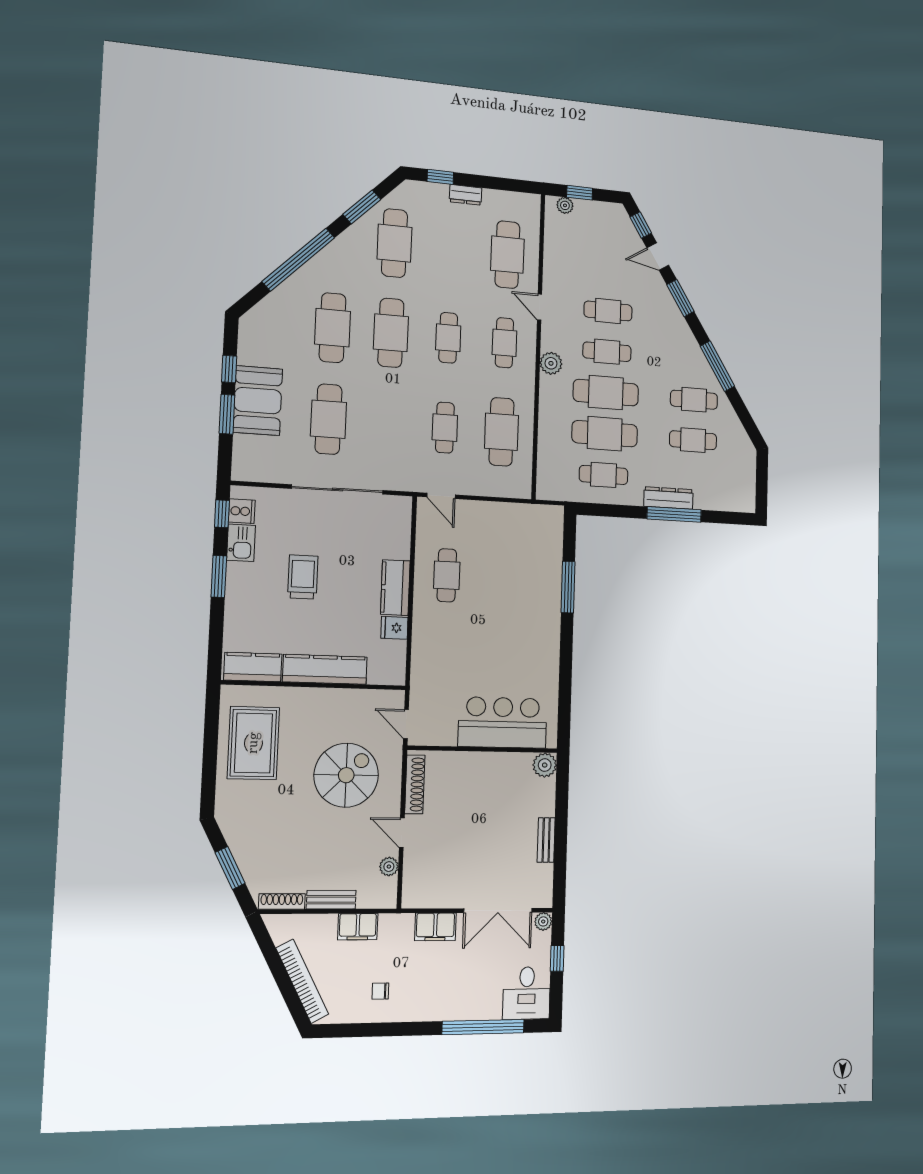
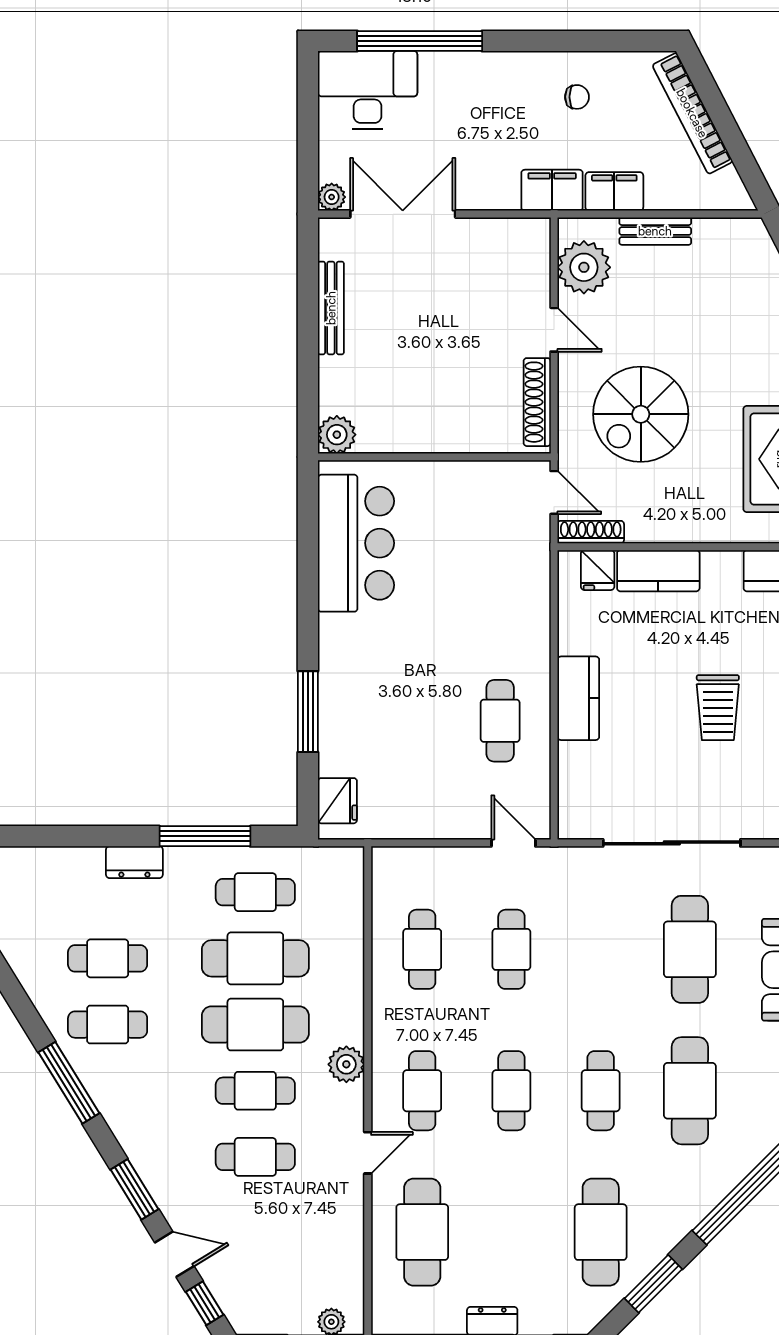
door: (539, 307) -> (368, 1153), hinge flipped
cafe table: (391, 333) -> (601, 1091), width x0.73, depth x0.74
cafe table: (501, 432) -> (422, 949), width x0.73, depth x0.74
dresser: (668, 498) -> (134, 862), width x0.70
window: (674, 514) -> (205, 836), moved
fridge: (551, 529) -> (337, 801), added
fridge: (394, 628) -> (598, 570), moved, turned 90
kitchen counter: (325, 669) -> (658, 571), width x0.67
bar counter: (503, 723) -> (356, 543), moved, turned -90
bench: (546, 840) -> (331, 308), width x1.36
plant: (389, 867) -> (584, 267), width x1.87, depth x1.87
shoe rack: (282, 902) -> (591, 532), moved, turned 180
filing cabinet: (435, 927) -> (552, 190), moved
window: (557, 958) -> (308, 141), removed
desk: (527, 993) -> (368, 90), width x1.37

